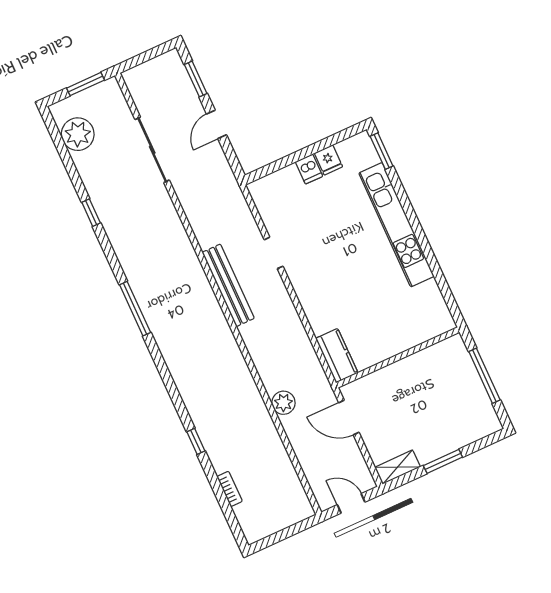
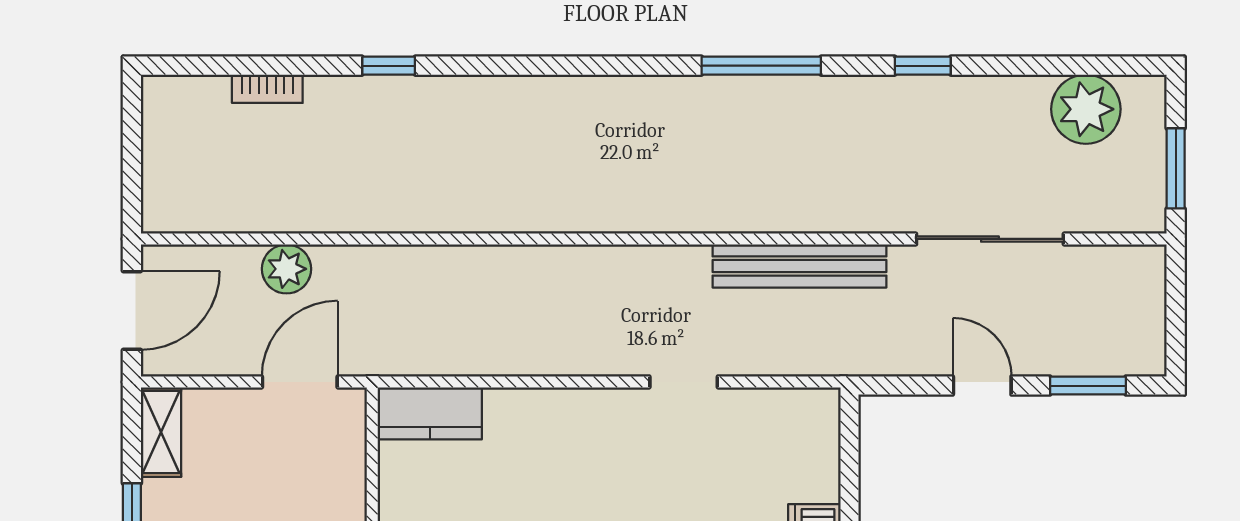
bench: (228, 285) -> (800, 266), moved
window: (135, 309) -> (761, 66), moved
plant: (283, 403) -> (287, 269), moved
door: (351, 503) -> (132, 311), width x1.38

